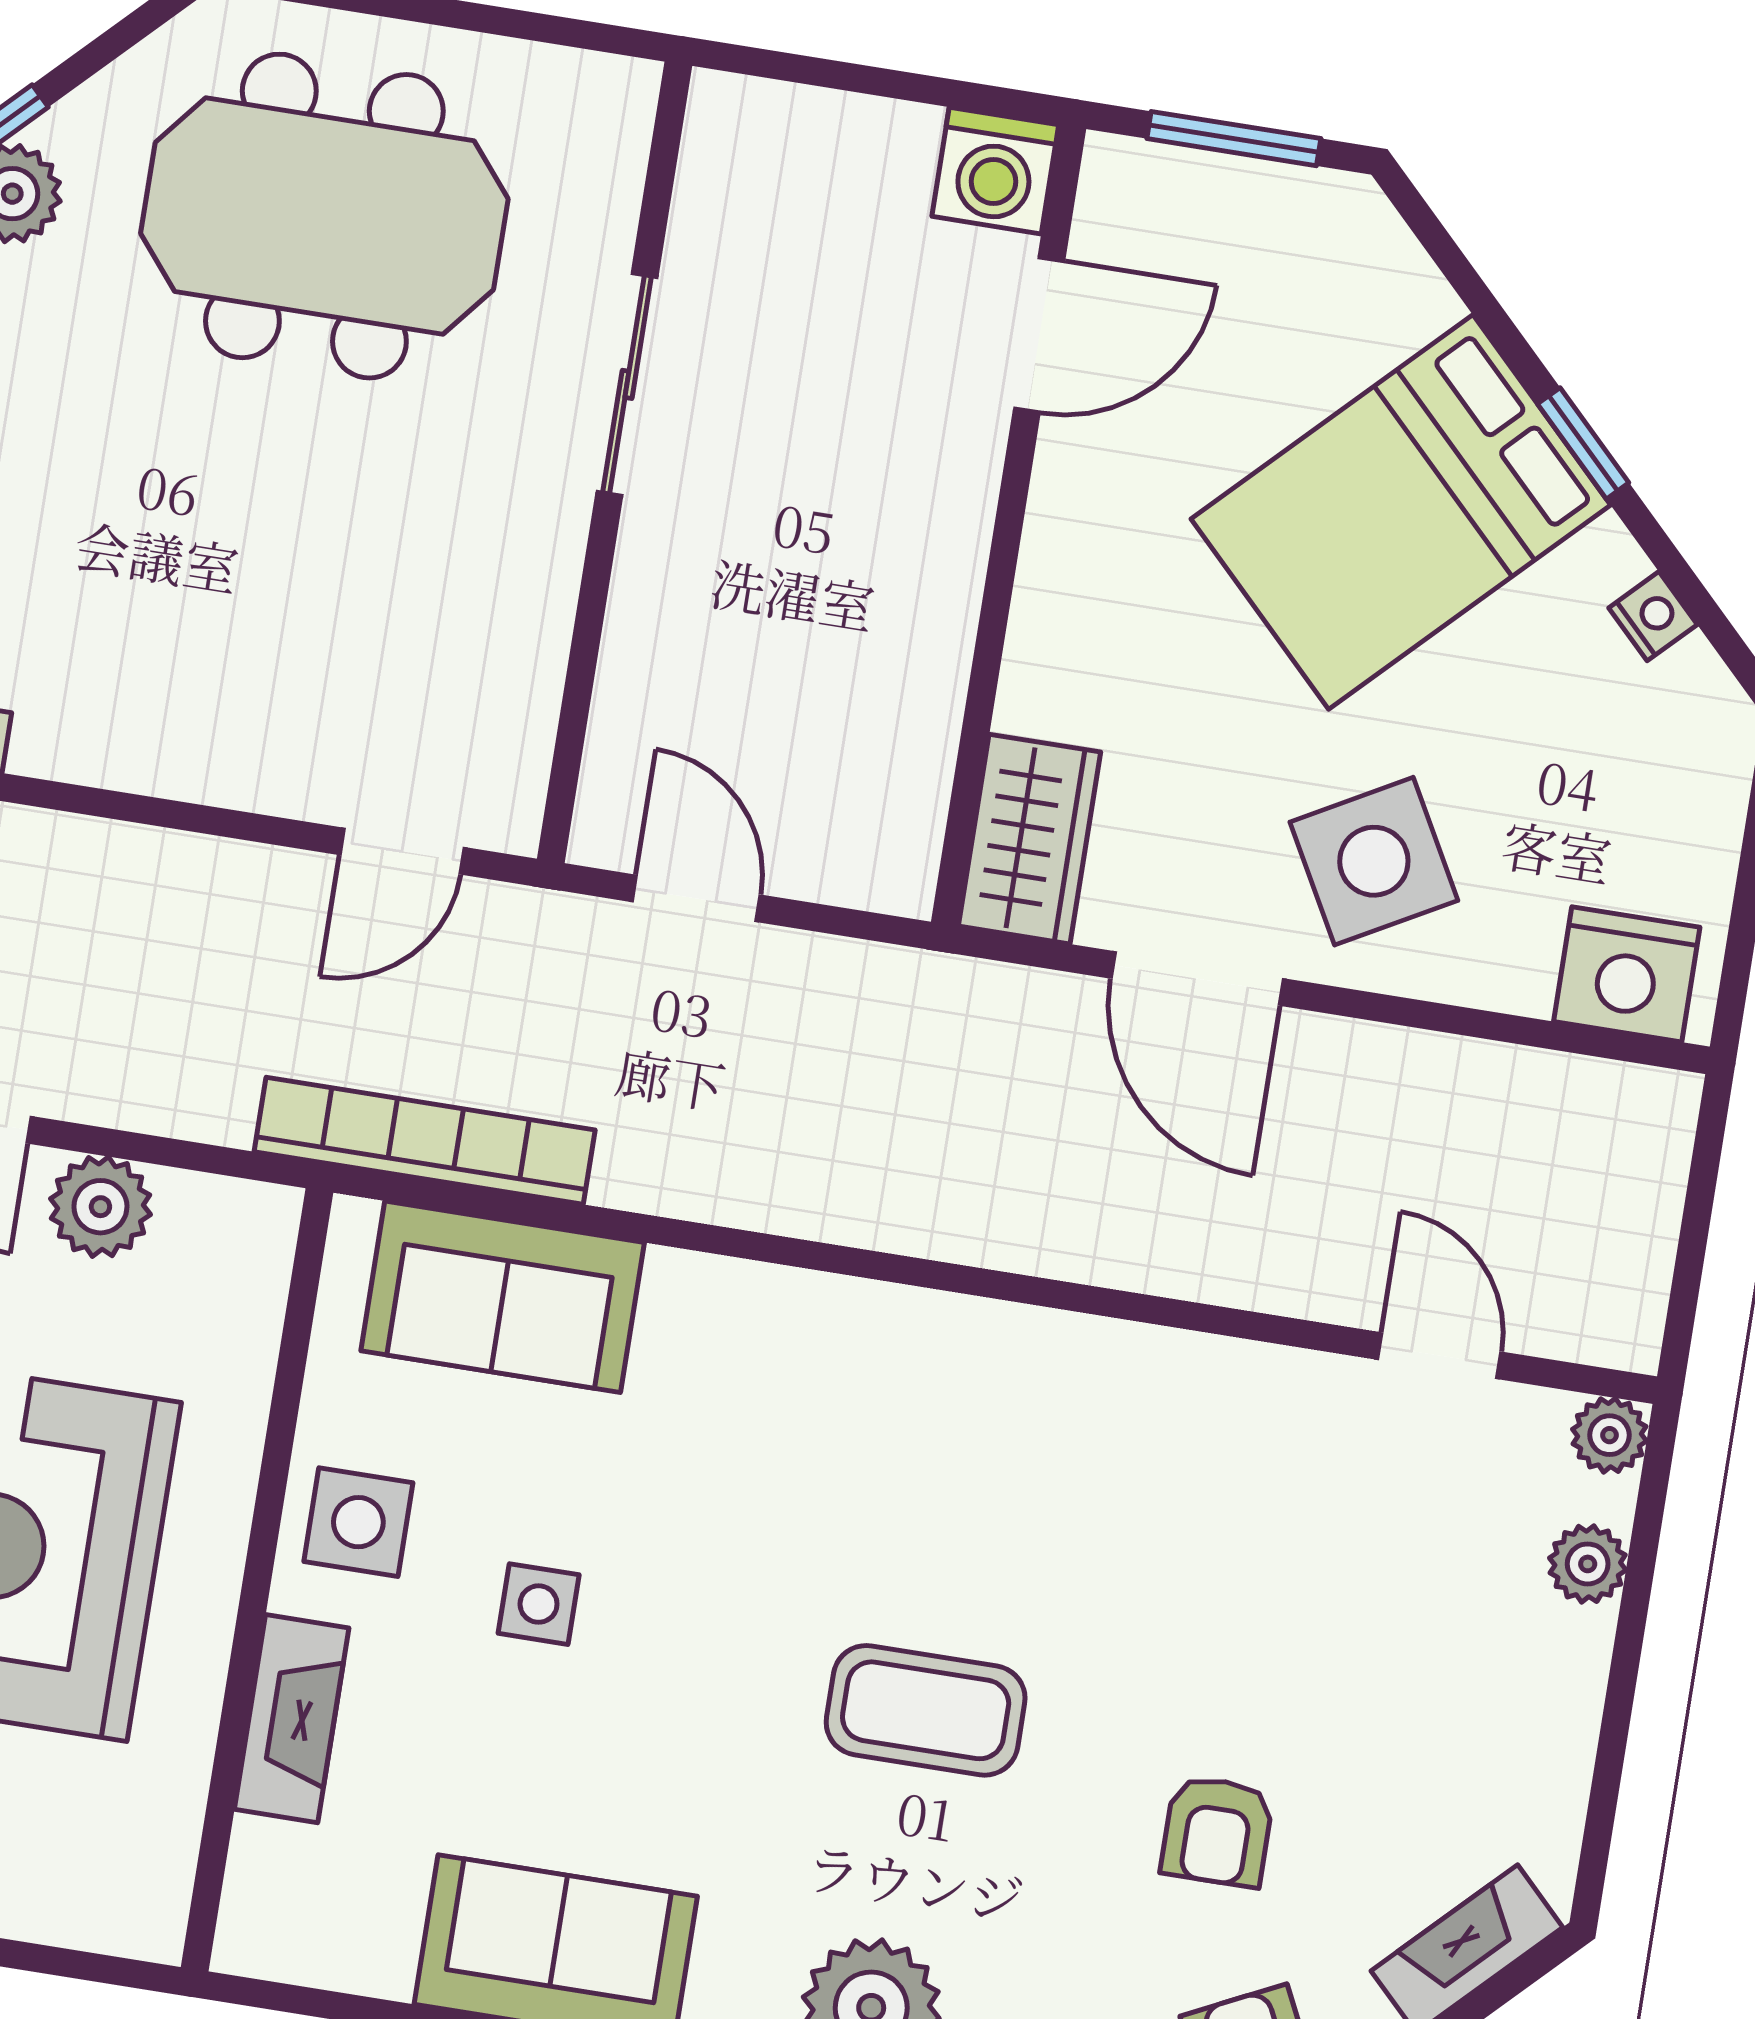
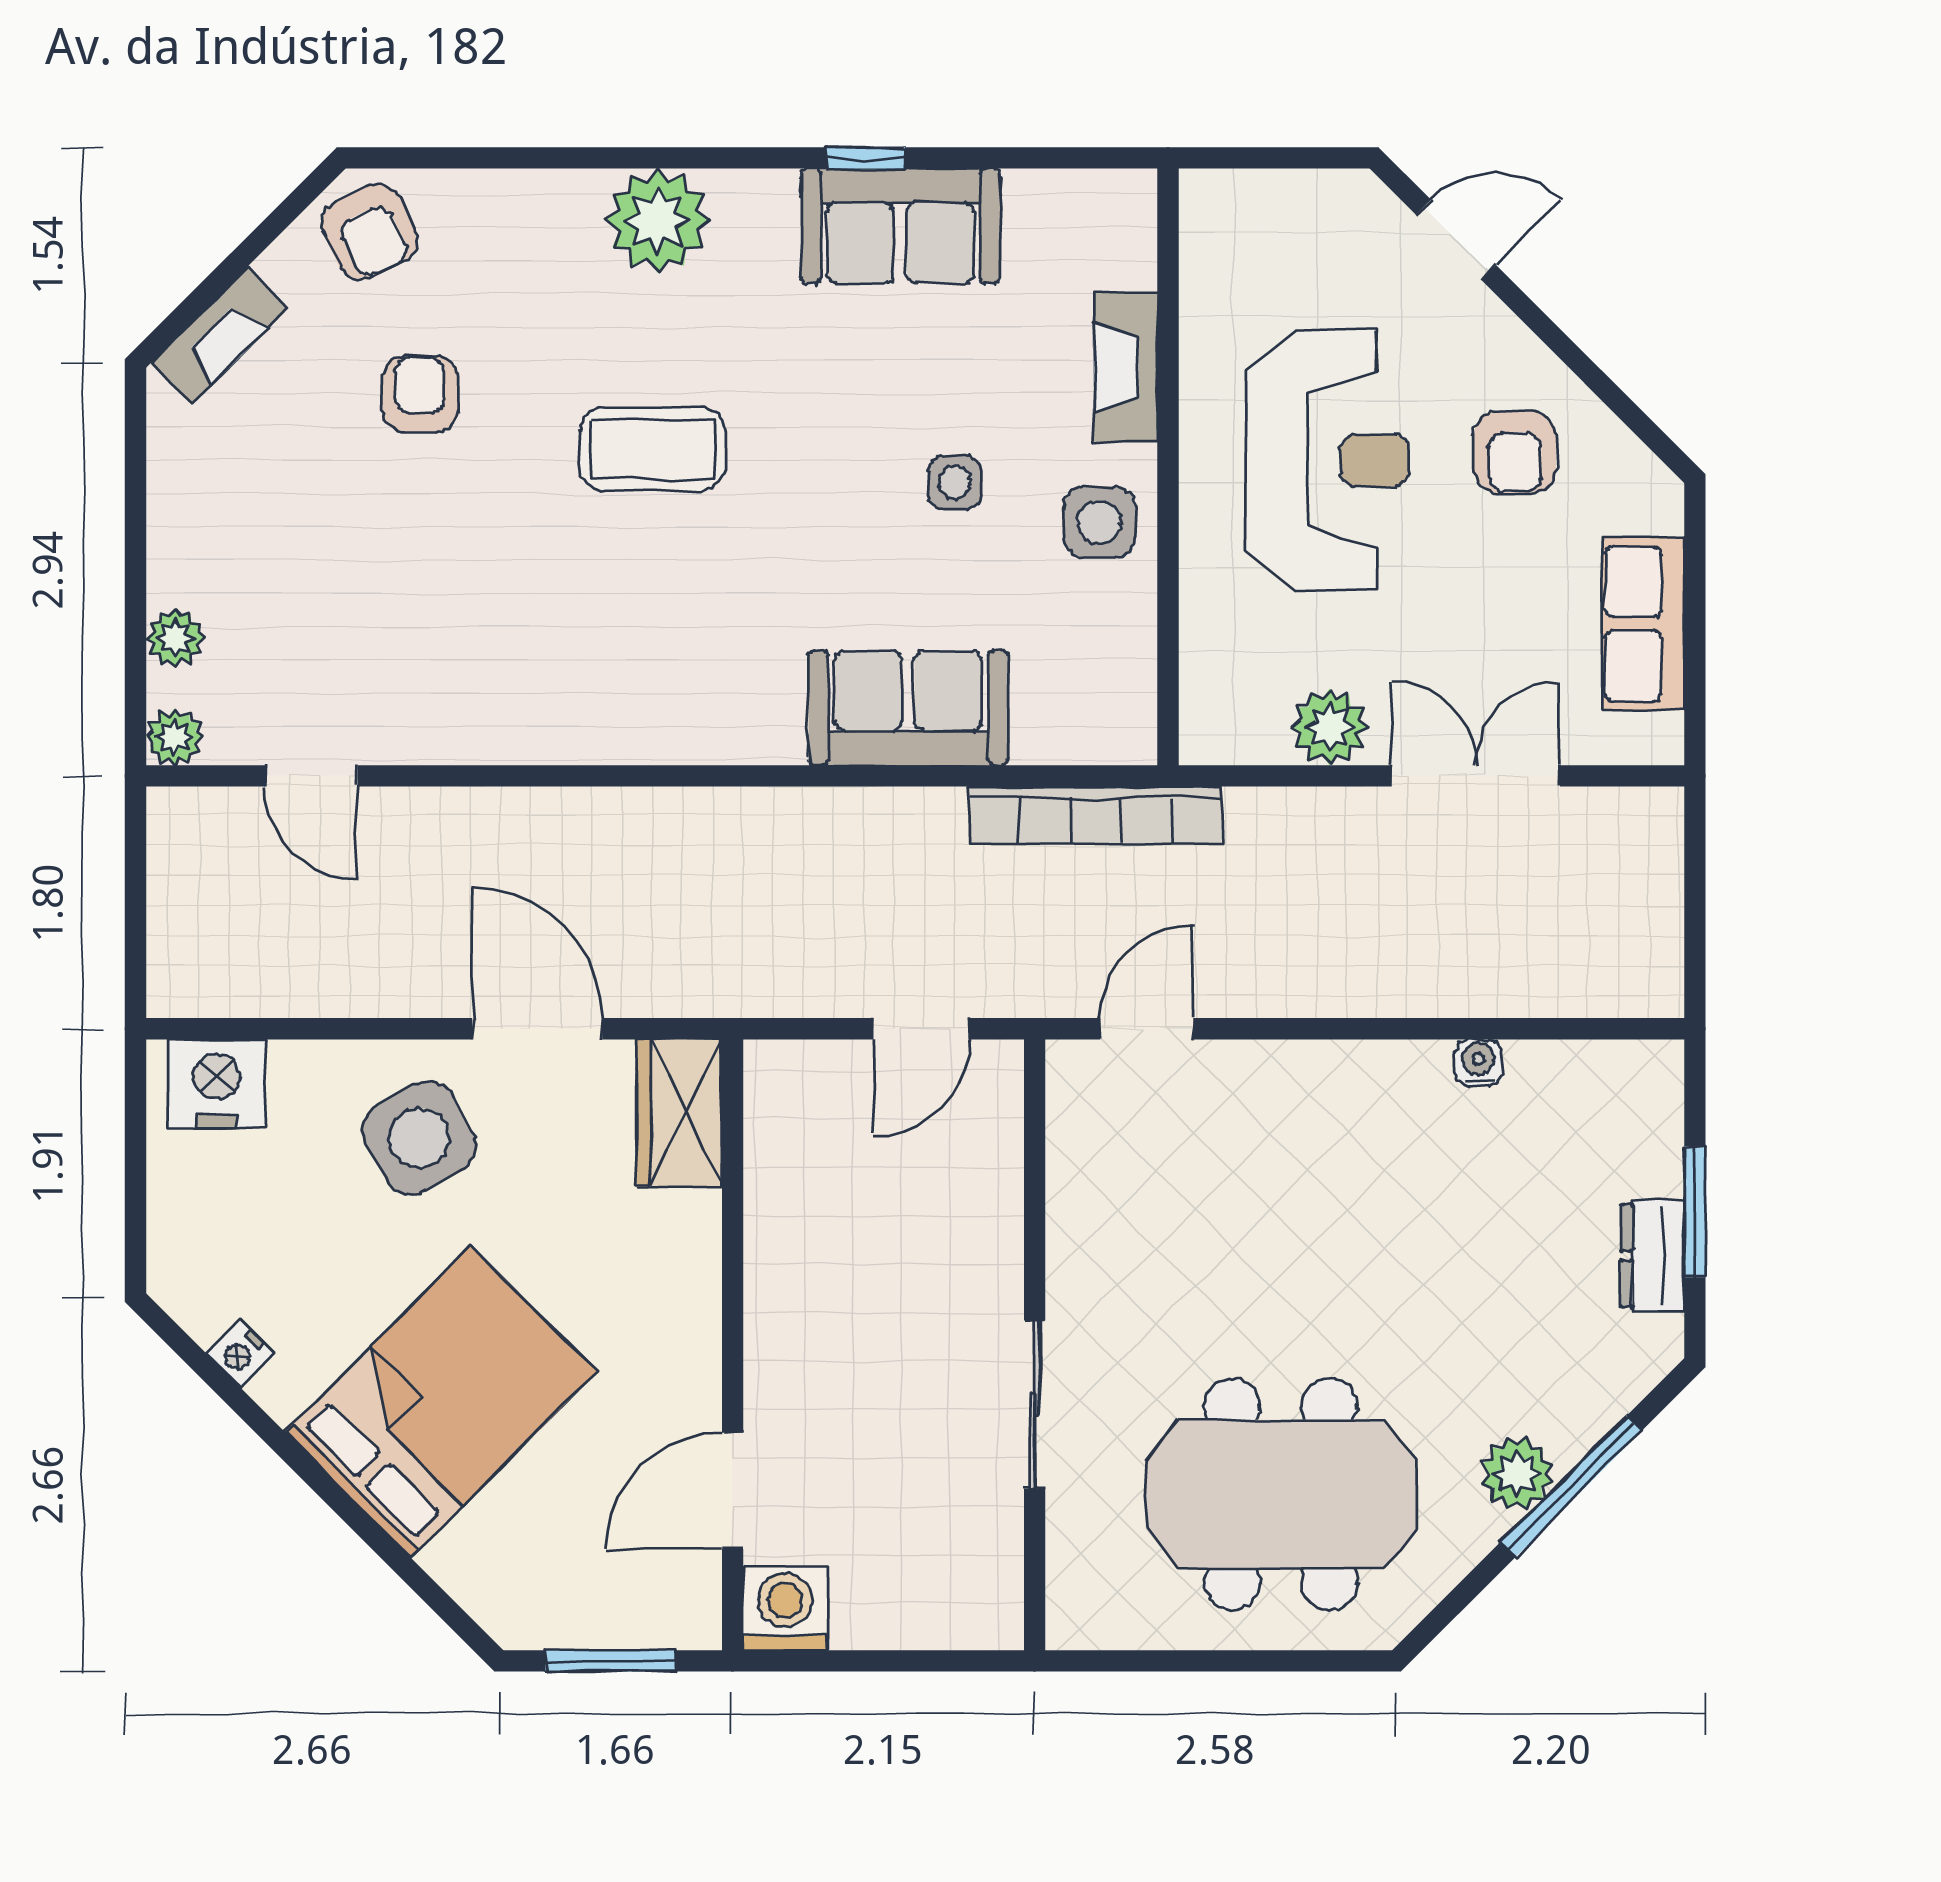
window: (1583, 443) -> (313, 1475), removed
door: (696, 898) -> (921, 1029), hinge flipped
sofa: (503, 1297) -> (908, 708), moved

